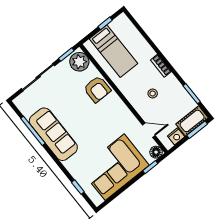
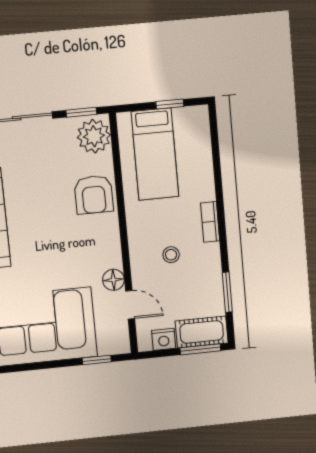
floor lamp: (156, 152) -> (113, 280), moved

